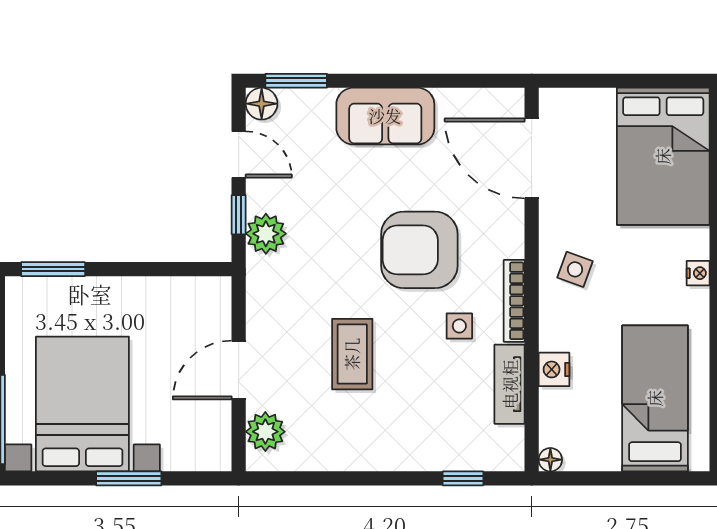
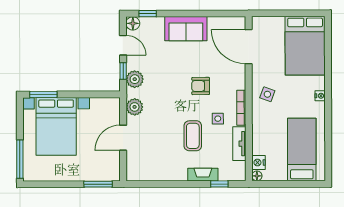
window: (296, 81) -> (148, 14), width x0.67
armchair: (419, 250) -> (201, 86), width x0.53, depth x0.53
coffee table: (352, 354) -> (193, 136), moved
nightstand: (554, 369) -> (258, 163), moved
bed with nightstands: (82, 404) -> (56, 126), moved, turned 180
plant: (265, 432) -> (135, 107), moved
fireplace: (424, 456) -> (203, 175), added
window: (129, 478) -> (98, 184), moved

